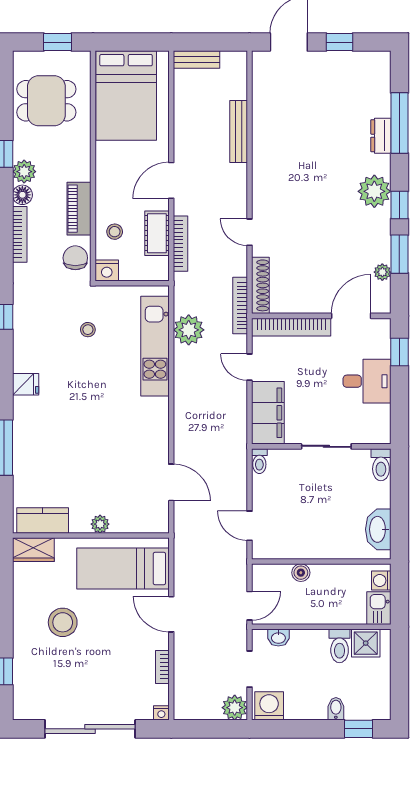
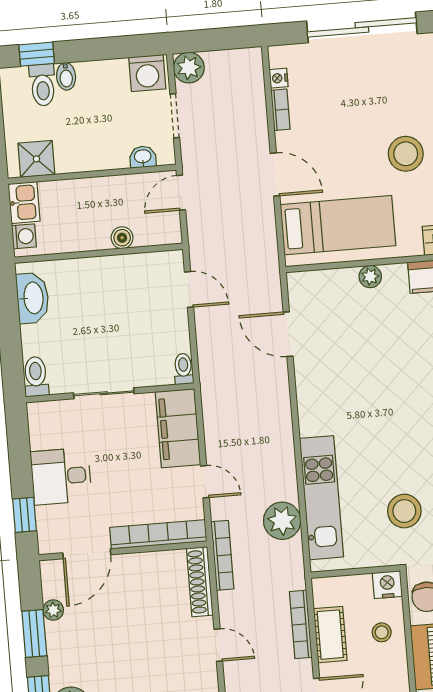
stool: (88, 330) -> (404, 511), width x1.89, depth x1.89
toilet: (340, 646) -> (43, 85), moved, turned 180
nightstand: (161, 713) -> (279, 78), moved, turned -90

